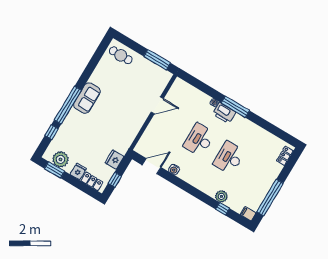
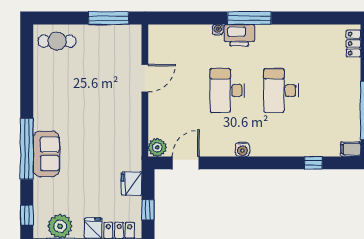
sofa: (87, 98) -> (46, 154), moved
window: (52, 132) -> (27, 215), moved
water cooler: (174, 169) -> (242, 149), moved
plant: (221, 196) -> (157, 147), moved

